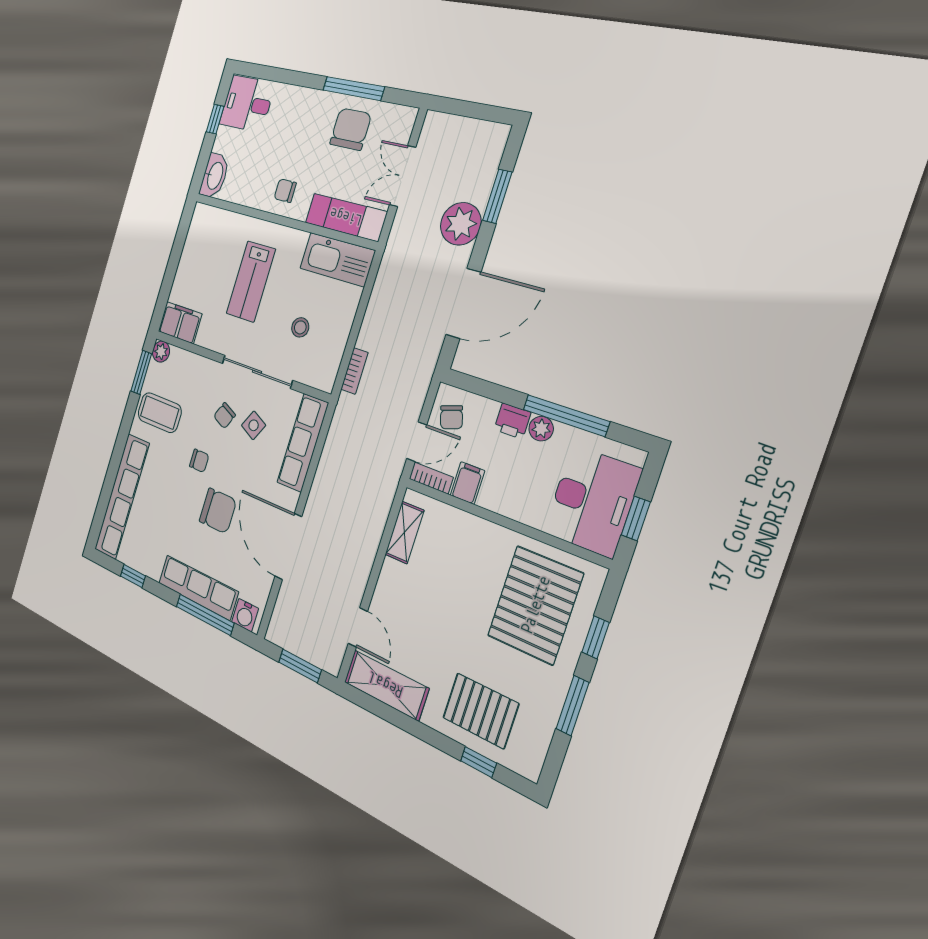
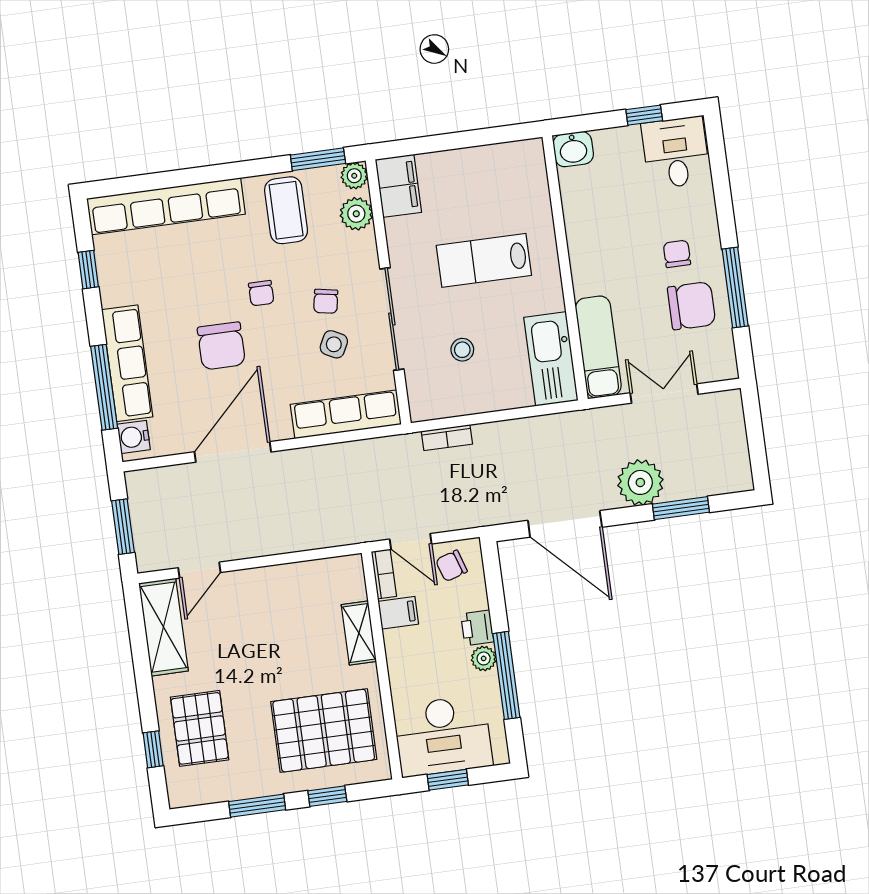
washbasin: (214, 176) -> (573, 149), width x0.72
chair: (285, 191) -> (677, 254), moved
plant: (183, 363) -> (356, 214), added
chair: (225, 416) -> (326, 301), turned -105
shelving: (405, 532) -> (359, 633), moved, turned 90

